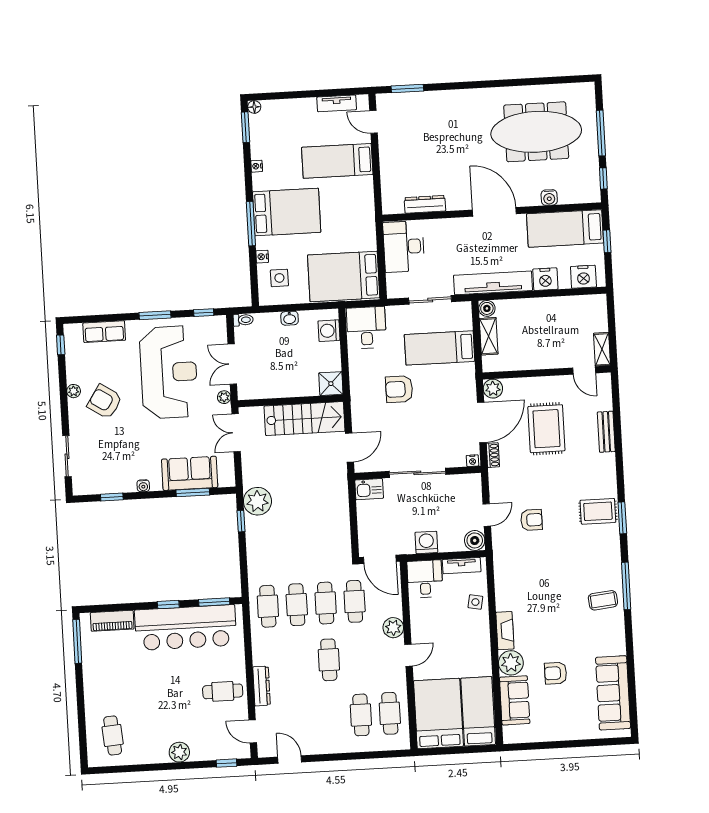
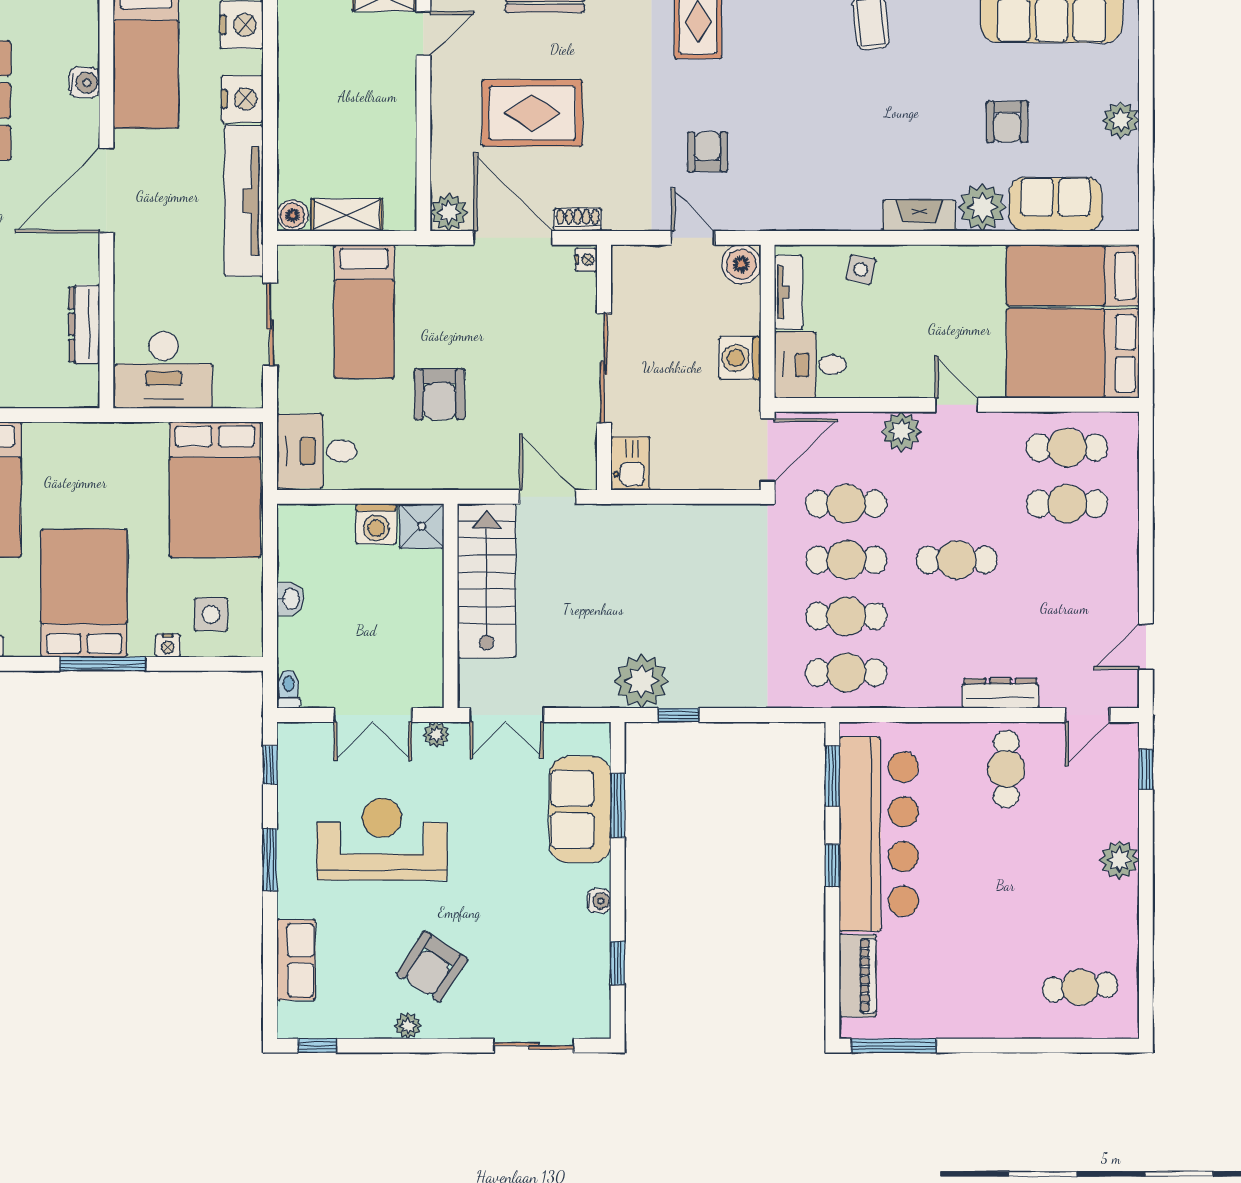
washing machine: (329, 331) -> (376, 524), moved
reception desk: (169, 372) -> (382, 839), width x0.74, depth x0.77
plant: (560, 732) -> (1121, 120), added

